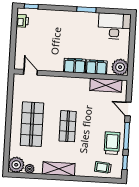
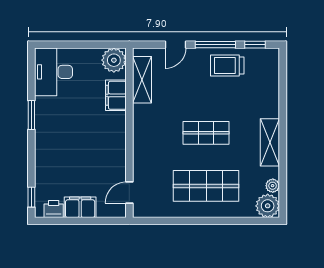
filing cabinet: (75, 66) -> (80, 207), moved, turned 90
trolley: (103, 167) -> (264, 77), removed

